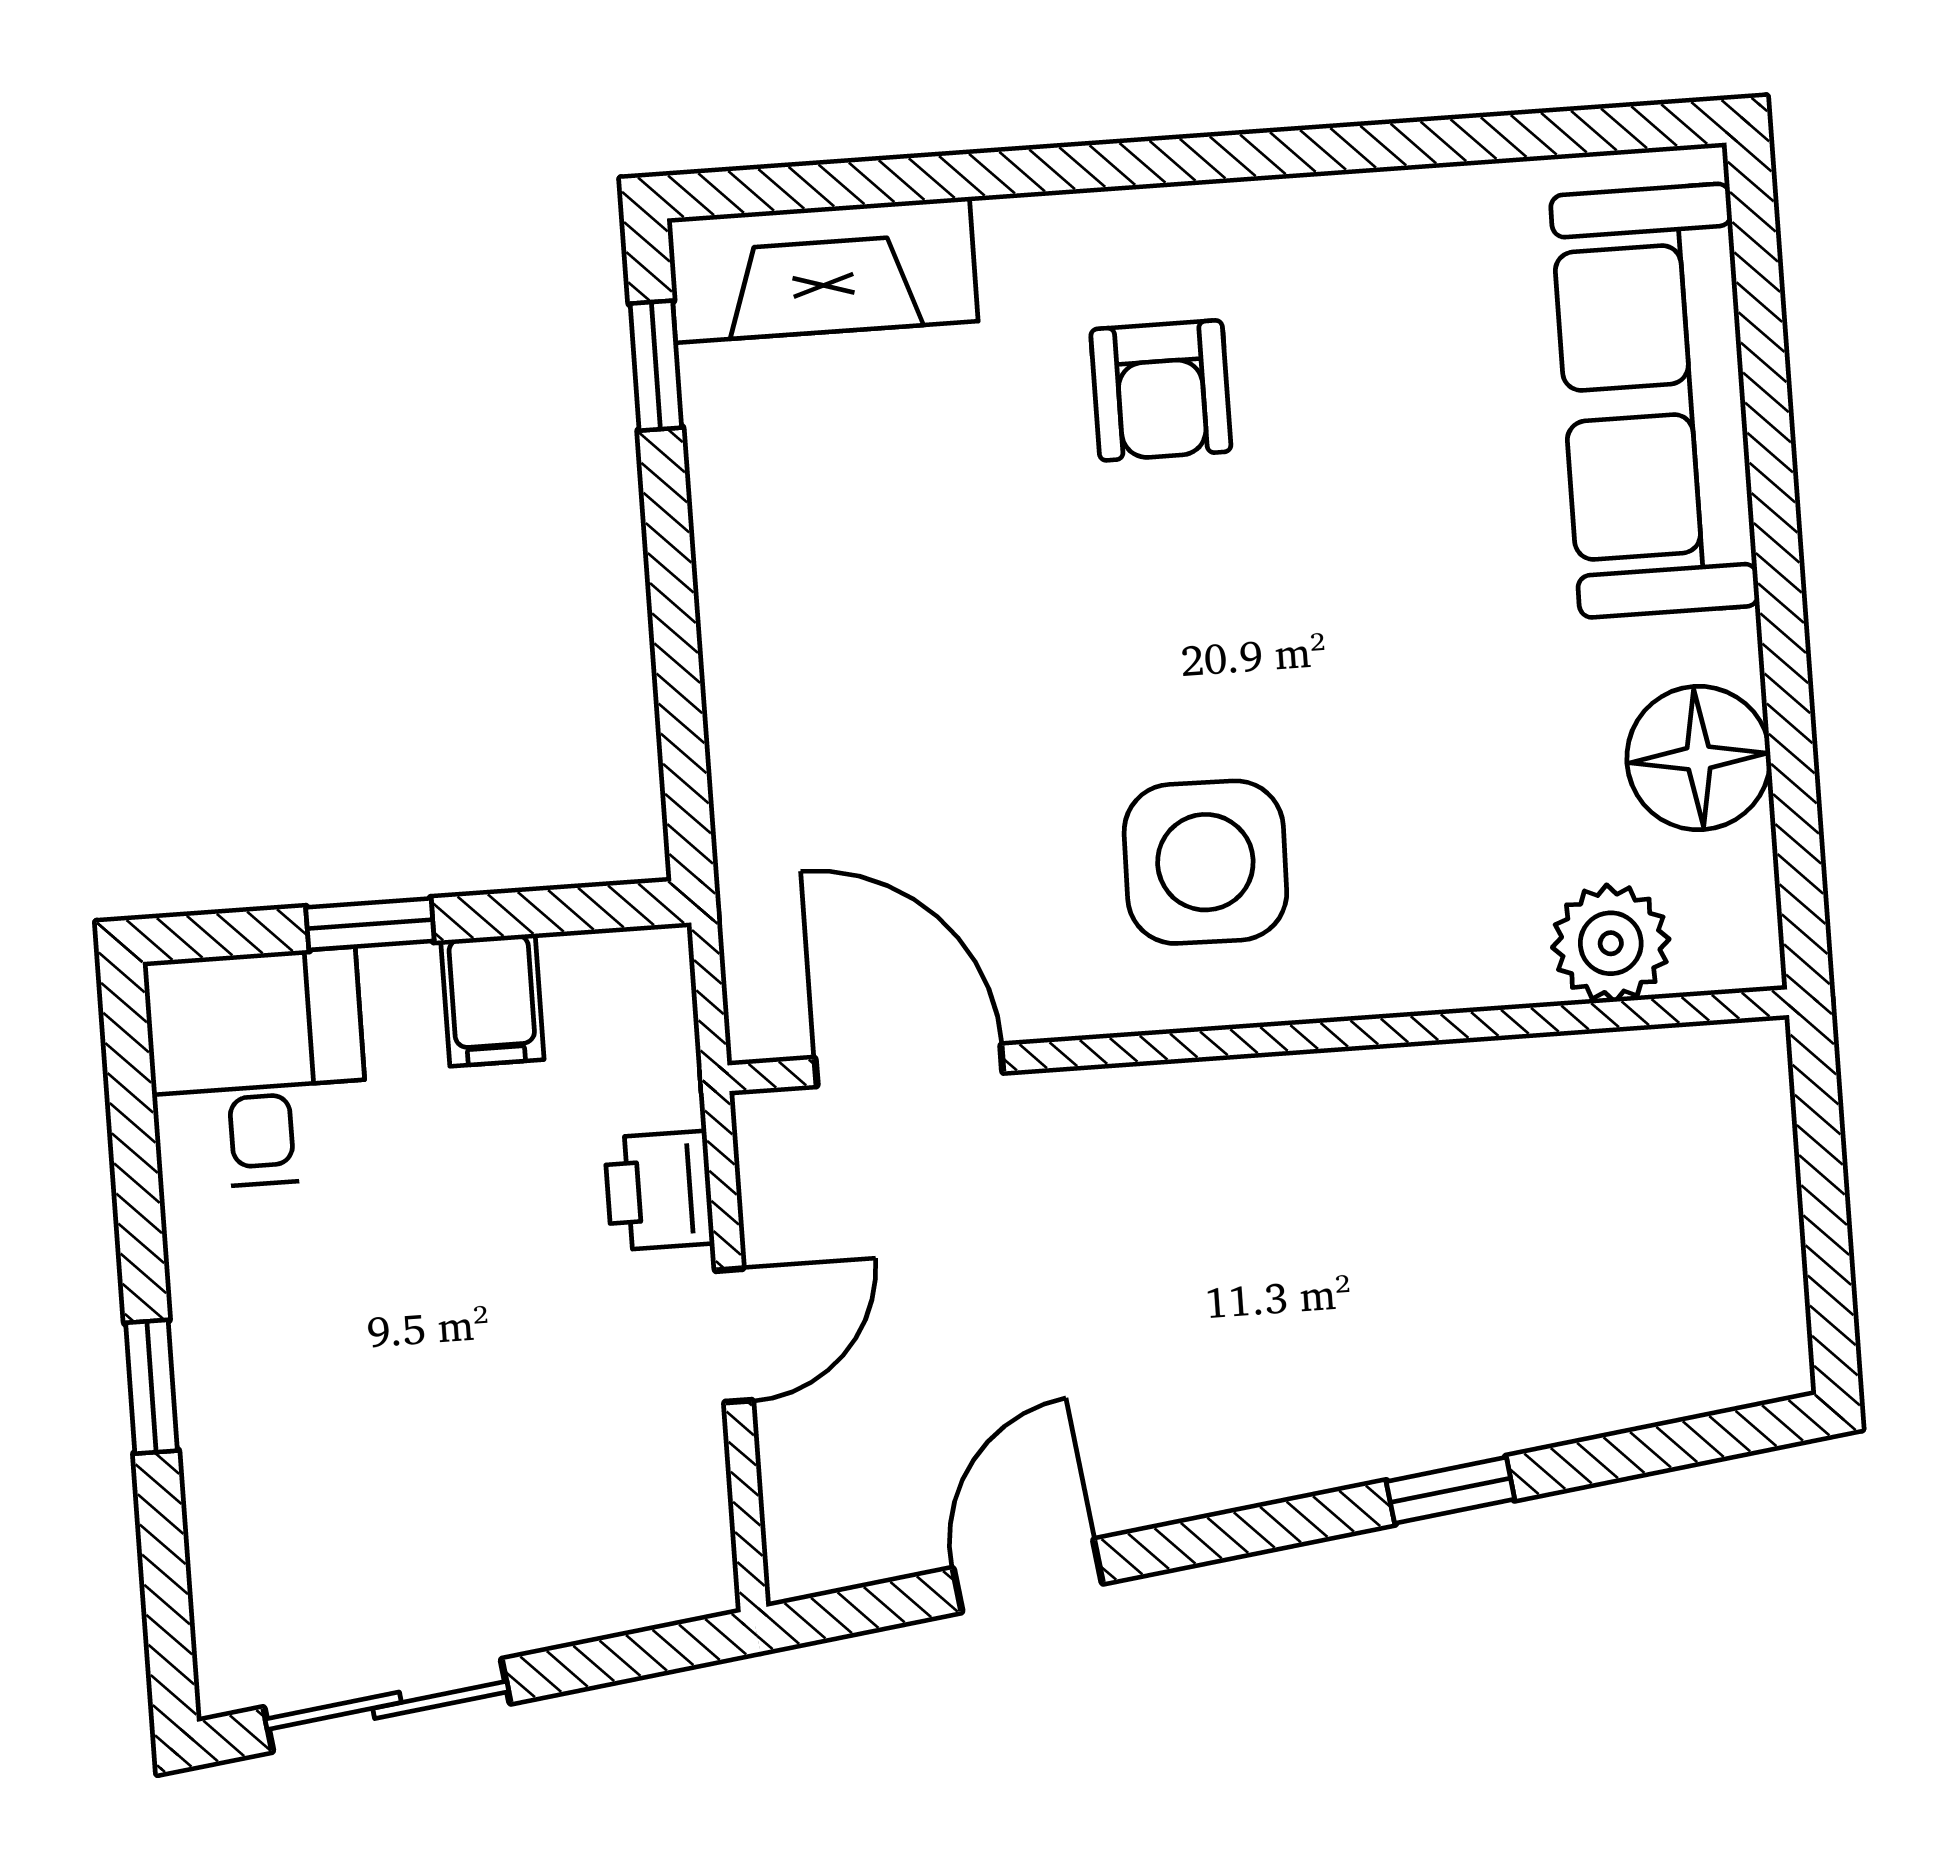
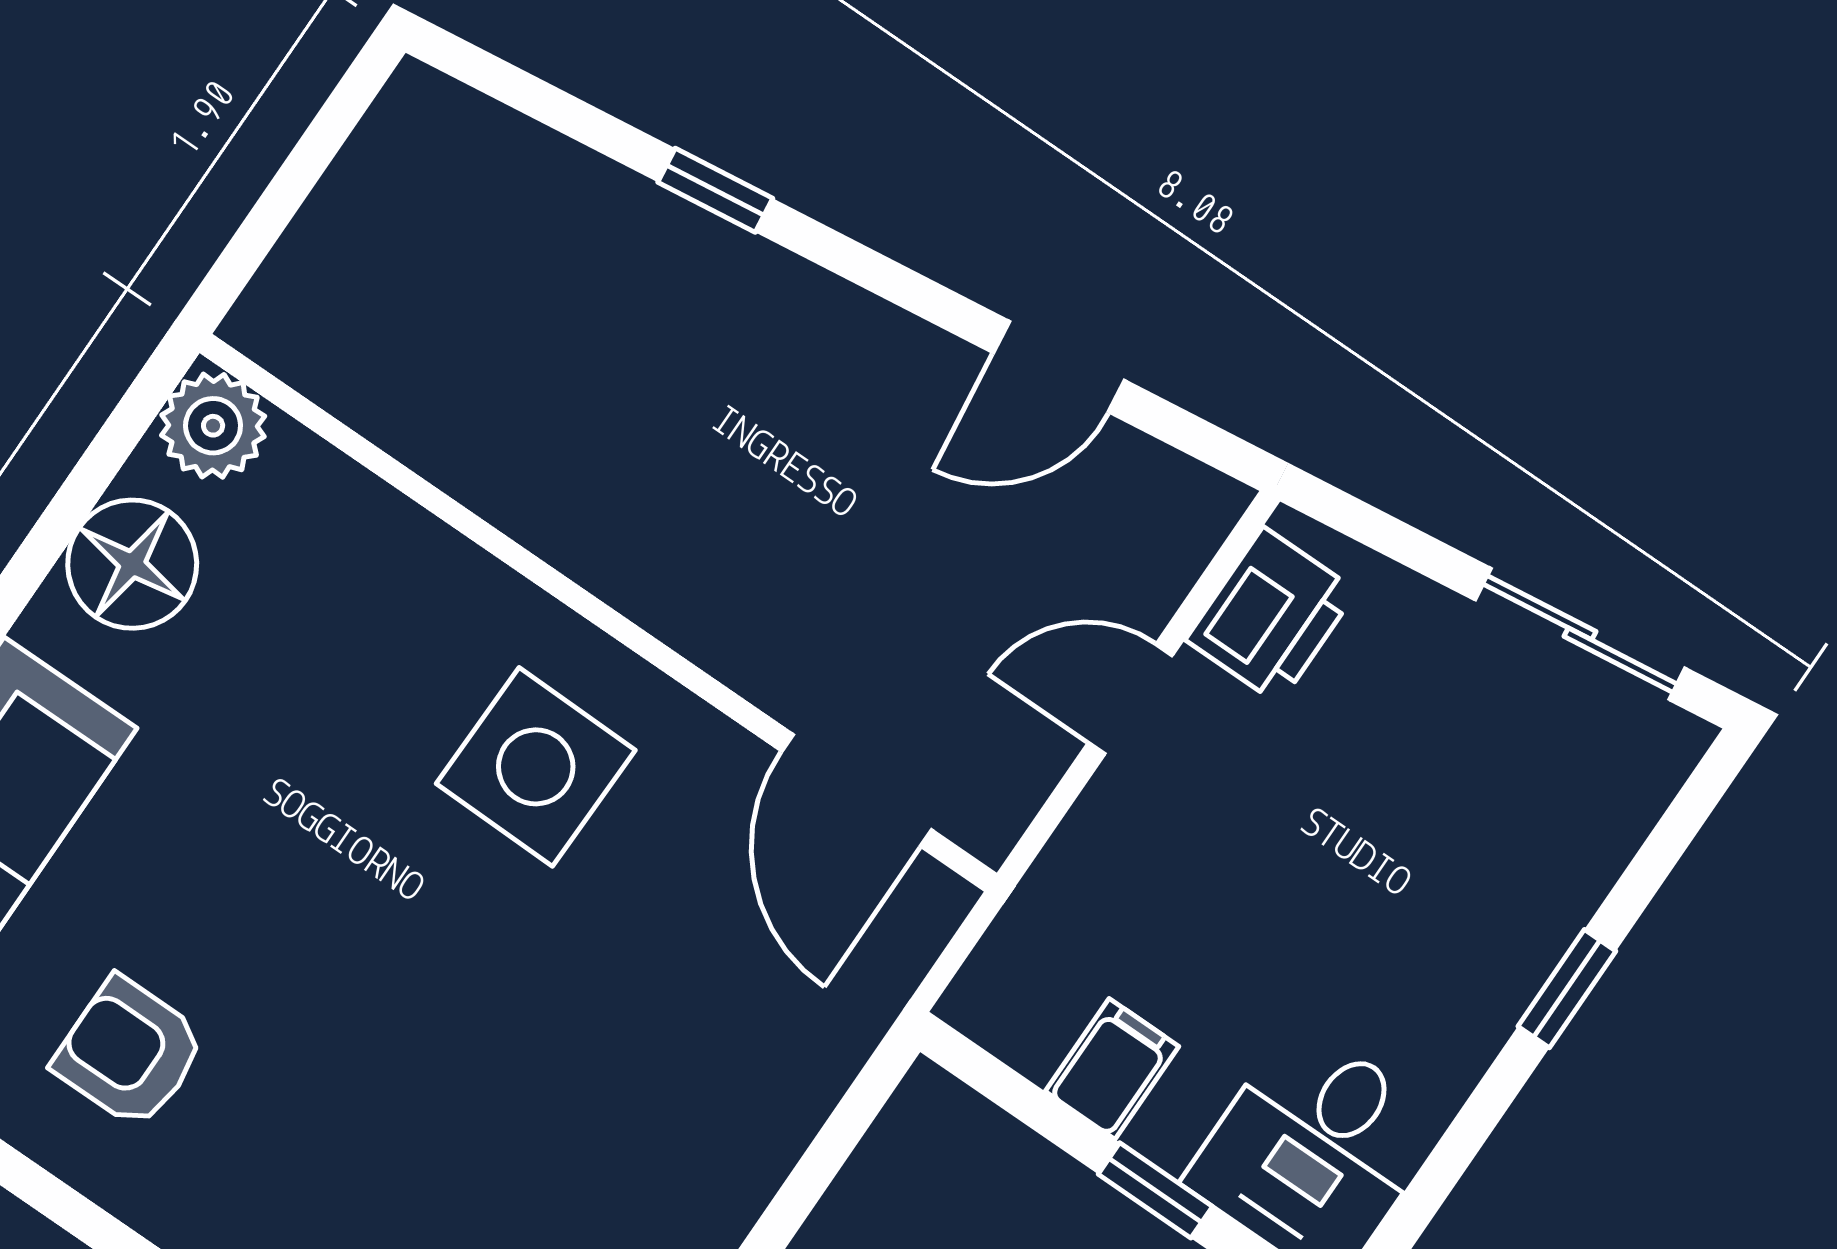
armchair: (1161, 390) -> (129, 1053), moved, turned -90
plant: (1611, 943) -> (213, 426), moved
printer: (659, 1191) -> (1271, 615), moved, width x1.36, depth x1.24

